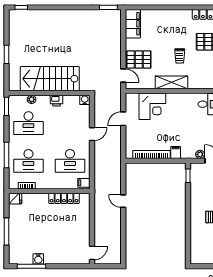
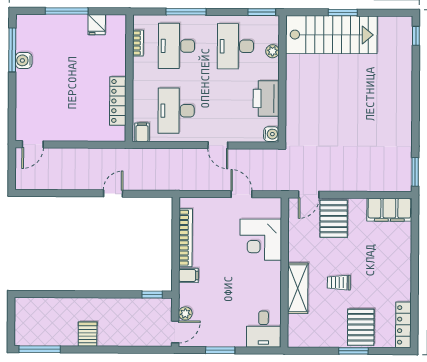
stairs: (50, 79) -> (331, 35), moved, turned 90
shelving: (171, 82) -> (298, 288), moved
printer: (57, 101) -> (266, 99), width x1.87, depth x1.48
fridge: (15, 199) -> (97, 25), moved
door: (92, 253) -> (33, 144), hinge flipped

